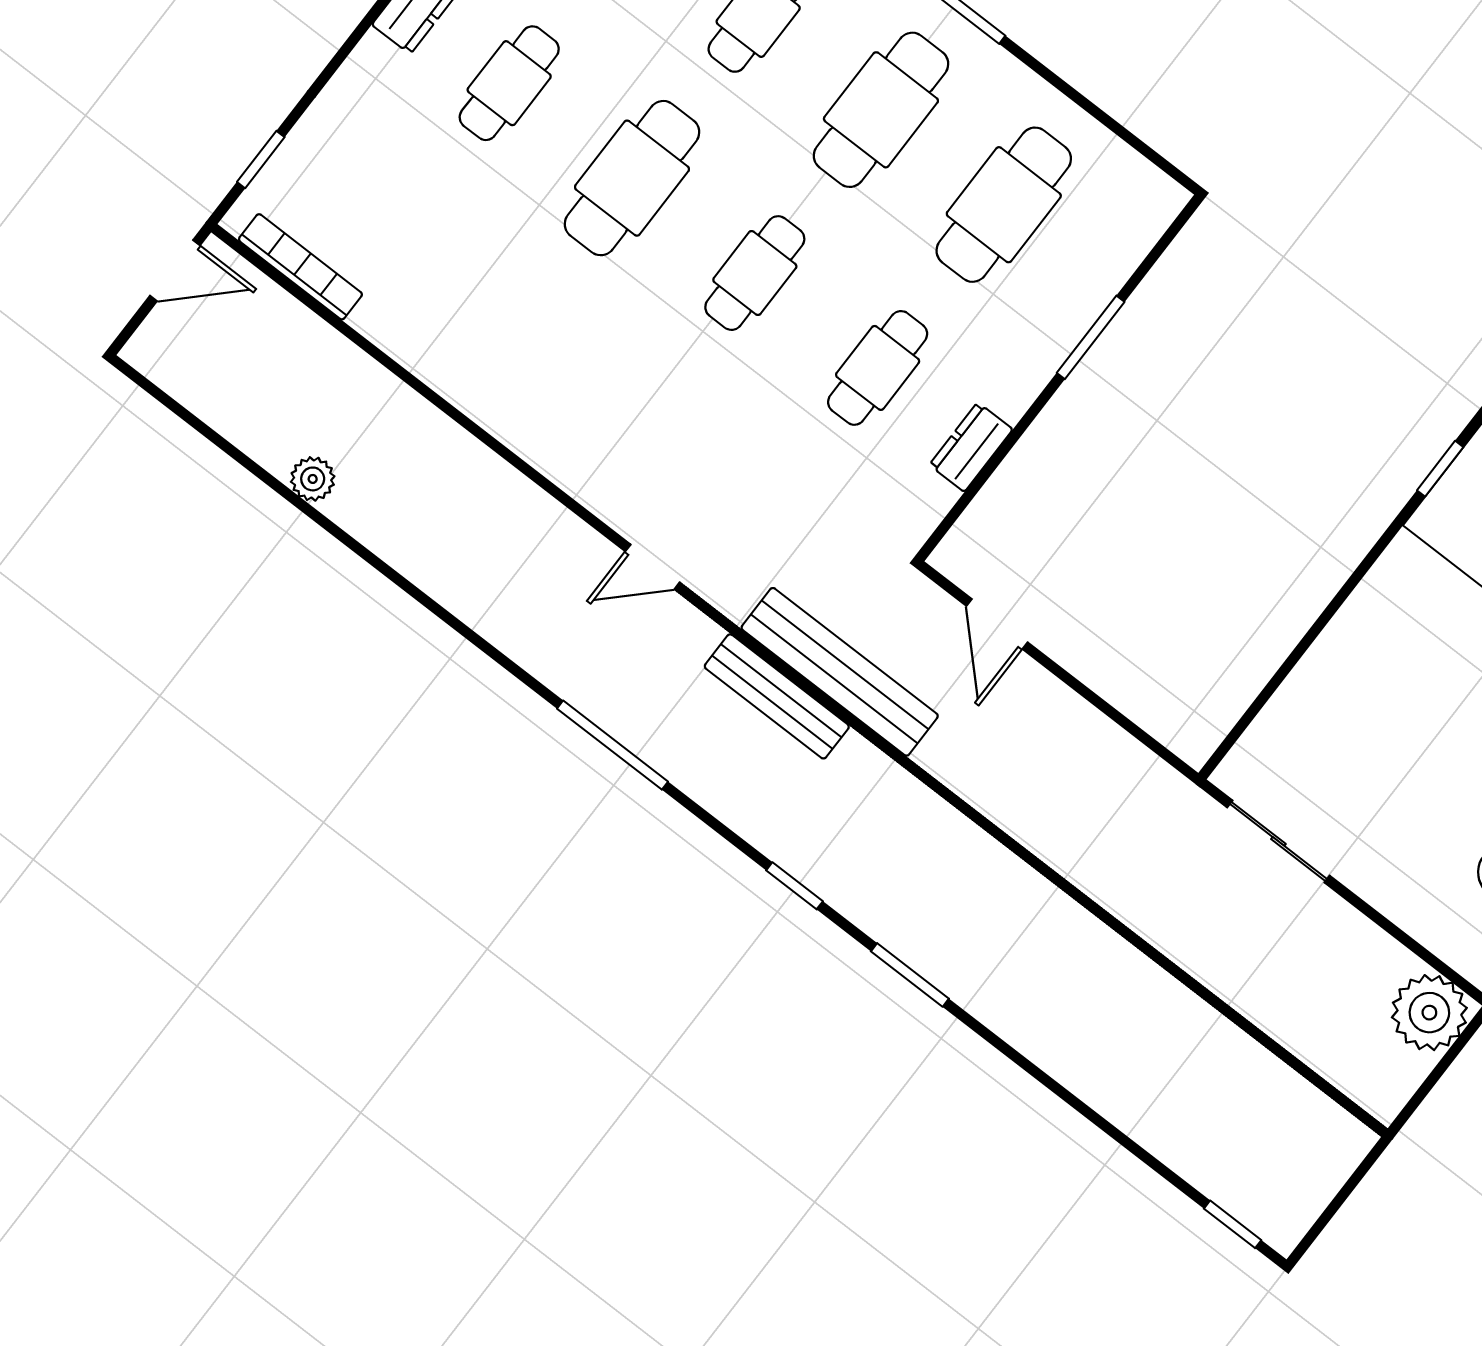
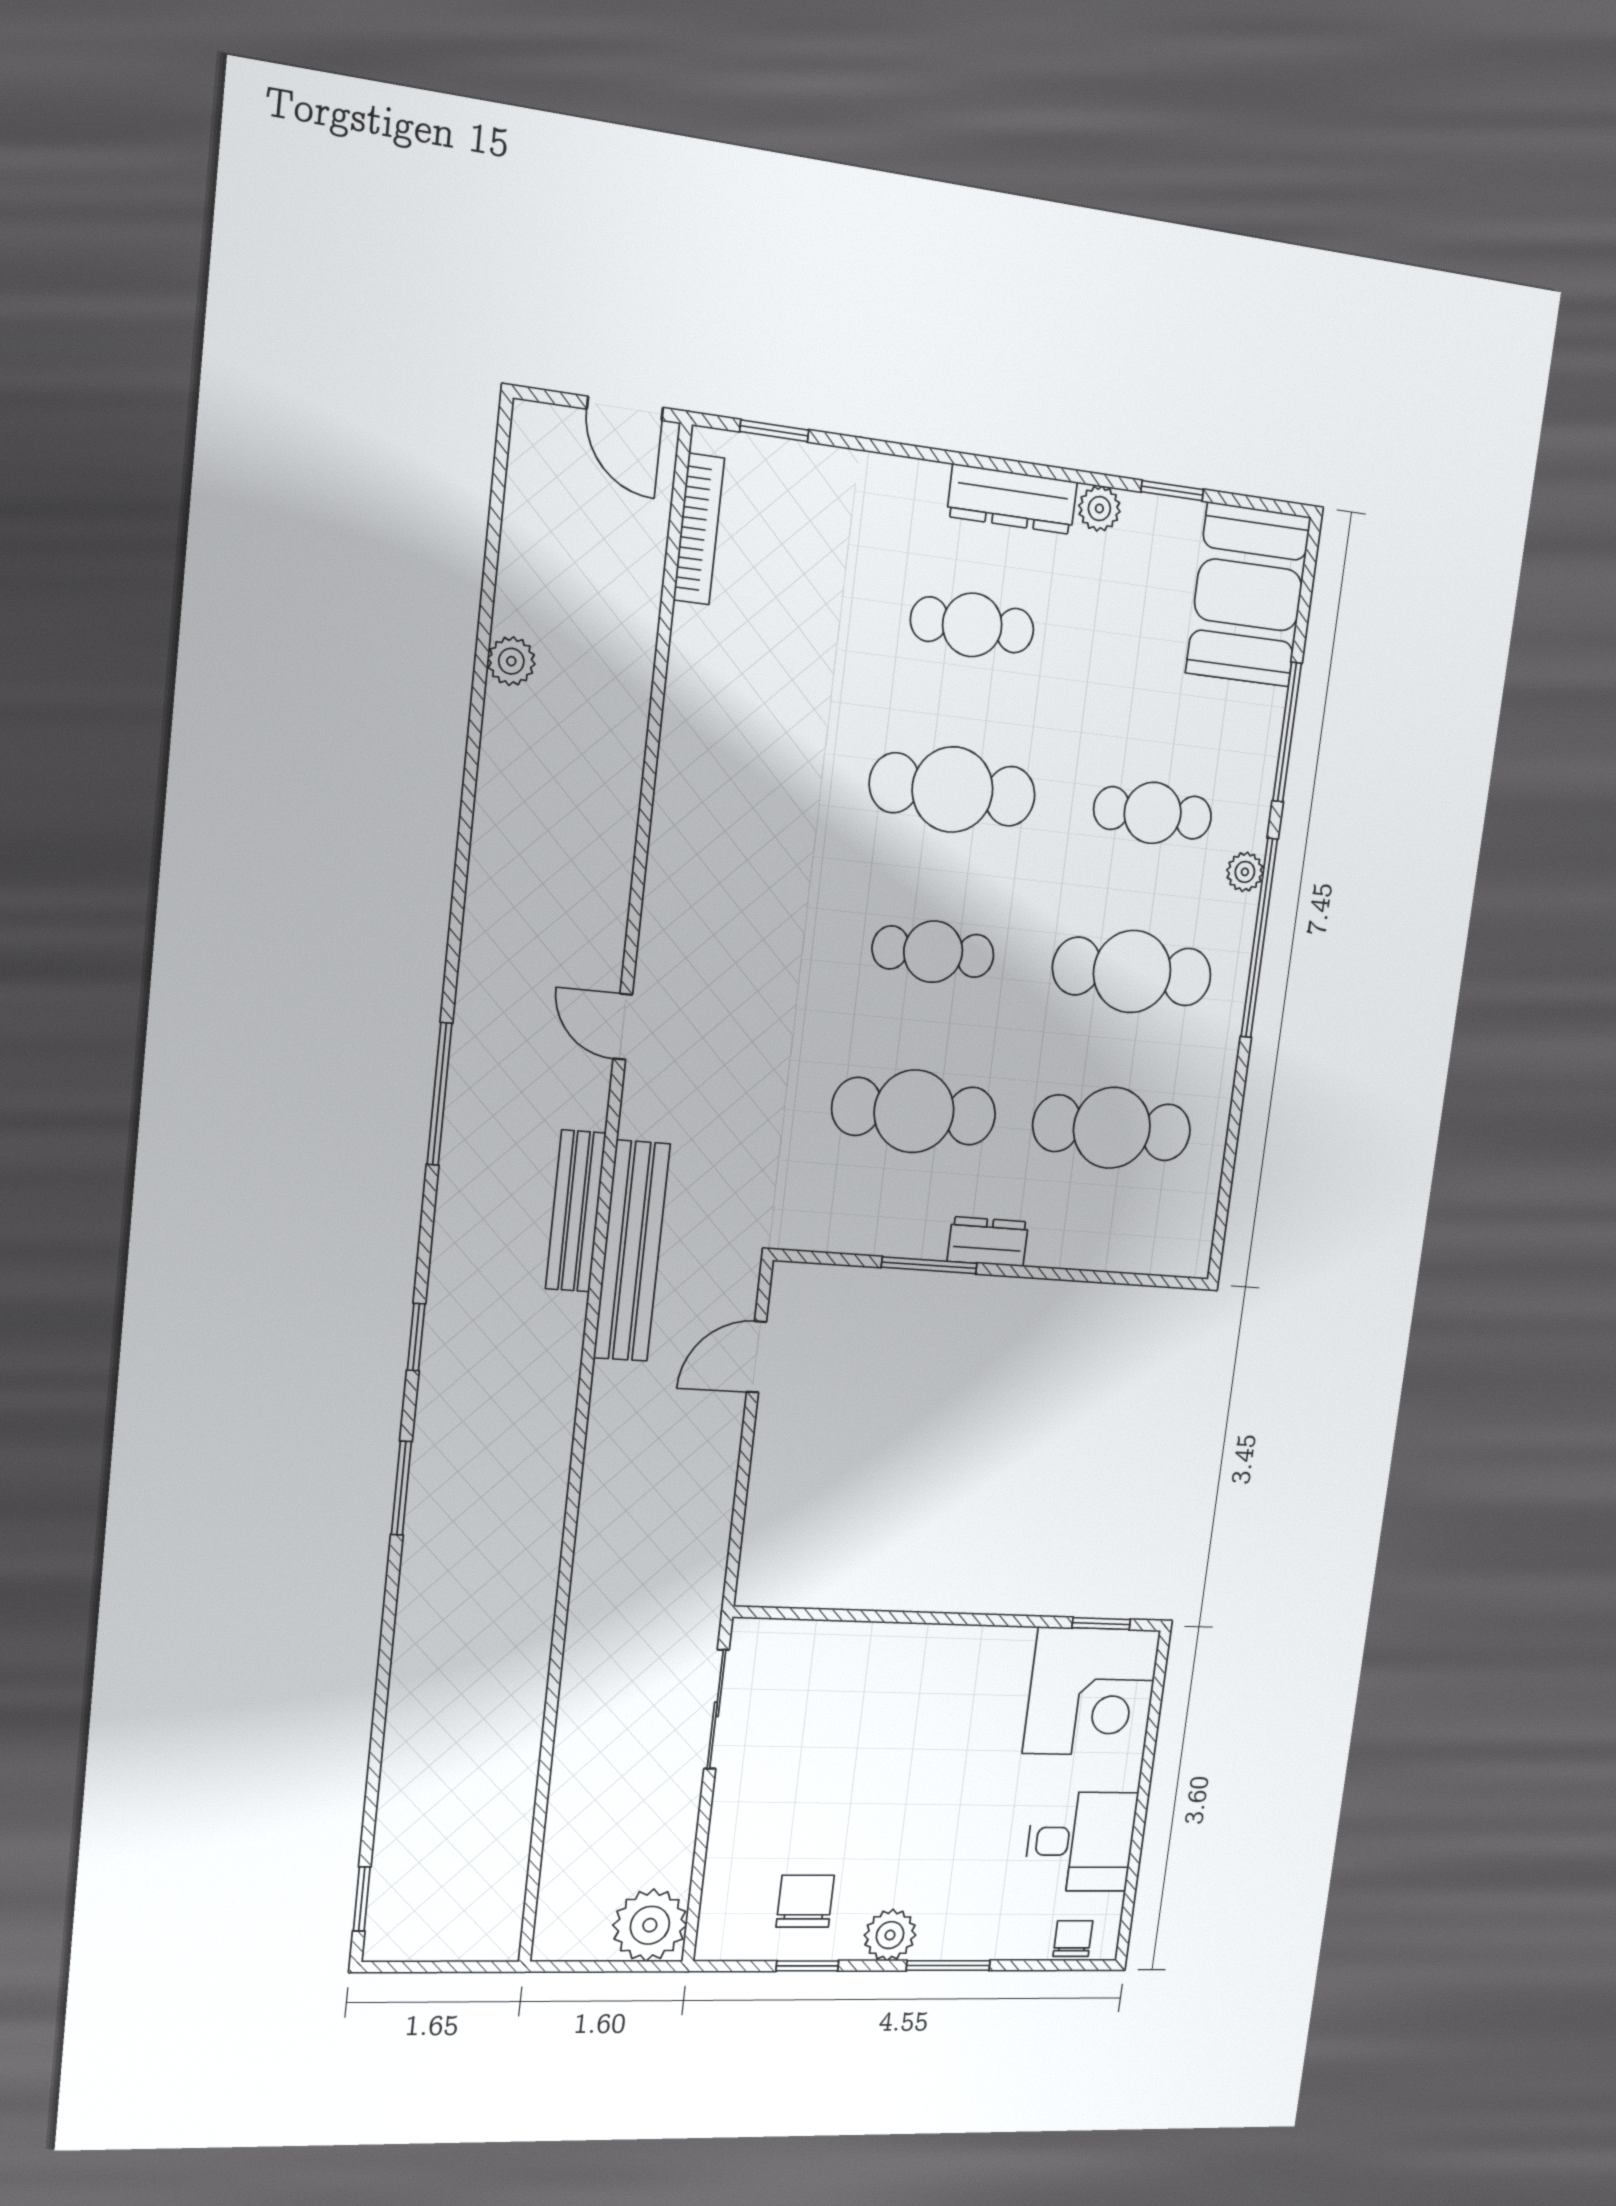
window: (1091, 337) -> (929, 1265), moved
cafe table: (878, 368) -> (914, 1111), width x1.37, depth x1.35
dresser: (971, 447) -> (988, 1242), moved

